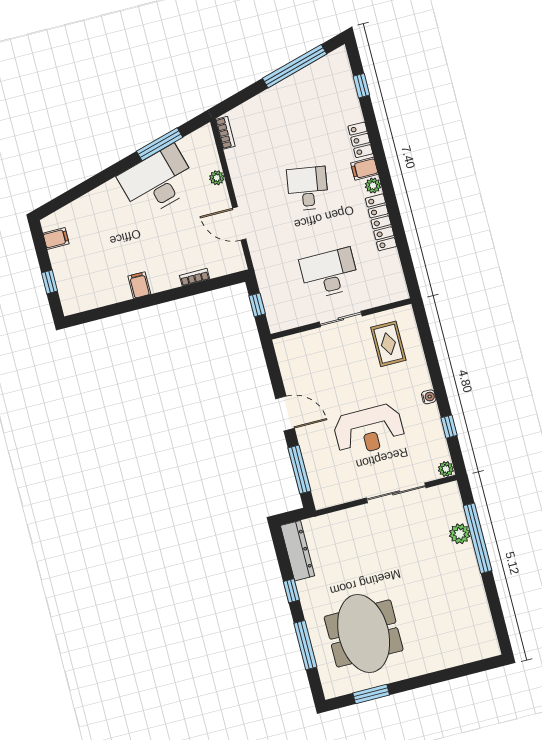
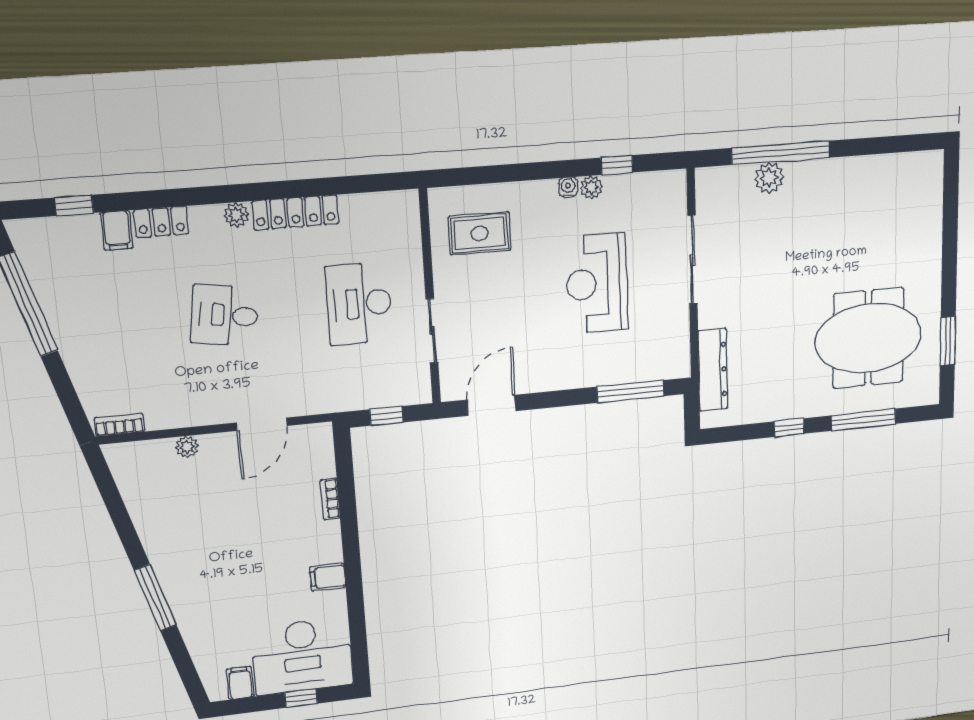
window: (160, 144) -> (155, 598), moved
filing cabinet: (364, 169) -> (117, 230), moved
desk: (158, 181) -> (302, 656), moved, turned -74
sliding door: (341, 319) -> (432, 331), moved
door: (285, 414) -> (491, 405), moved
reception desk: (369, 430) -> (597, 284), turned 180
plant: (446, 469) -> (591, 187), moved
dresser: (298, 551) -> (713, 370), moved, turned 90

